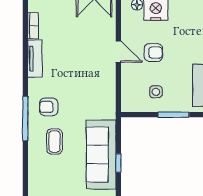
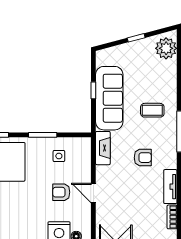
fireplace: (108, 100) -> (103, 148), added
armchair: (49, 107) -> (143, 158), moved
coffee table: (54, 141) -> (152, 110), turned 90

